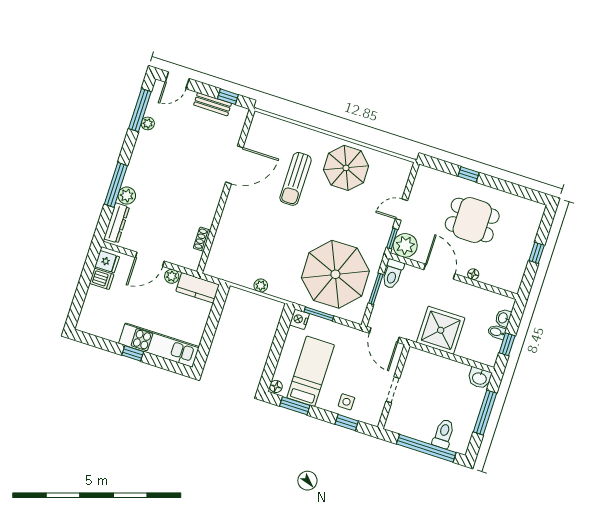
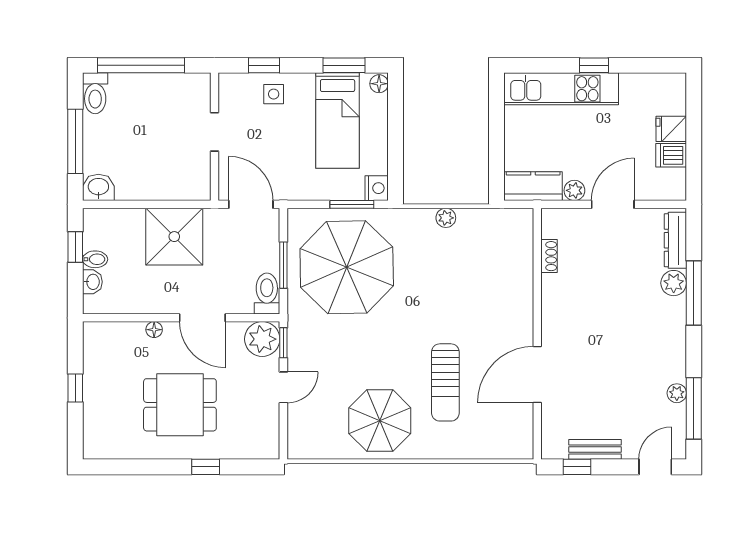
sun lounger: (296, 179) -> (445, 382), turned 180
fridge: (107, 262) -> (671, 129), moved
toilet: (444, 434) -> (95, 93), moved

